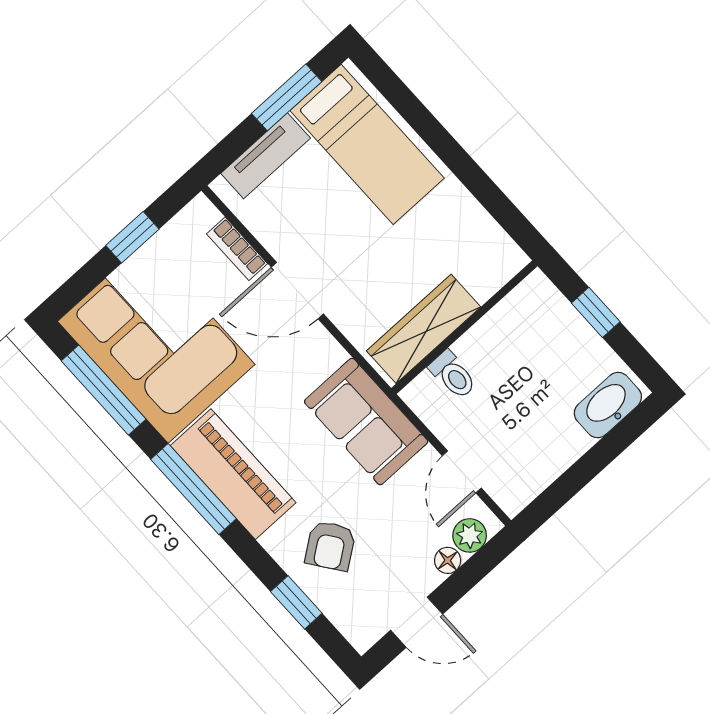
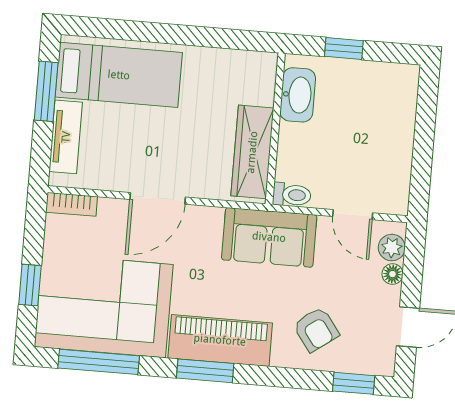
window: (132, 237) -> (30, 285), moved
bookcase: (237, 249) -> (72, 204), moved
toilet: (453, 375) -> (292, 195), moved
washbasin: (608, 405) -> (298, 95), moved, turned 180
window: (193, 489) -> (205, 371), width x0.69
window: (296, 602) -> (354, 383), moved

